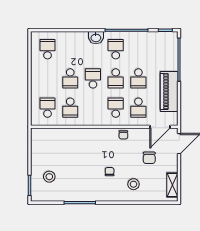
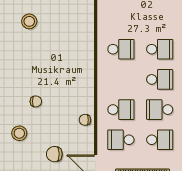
school desk: (70, 78) -> (160, 49), turned 180
school desk: (138, 78) -> (160, 140), turned 180
school desk: (48, 108) -> (121, 19), removed
school desk: (70, 108) -> (121, 49), turned 180

